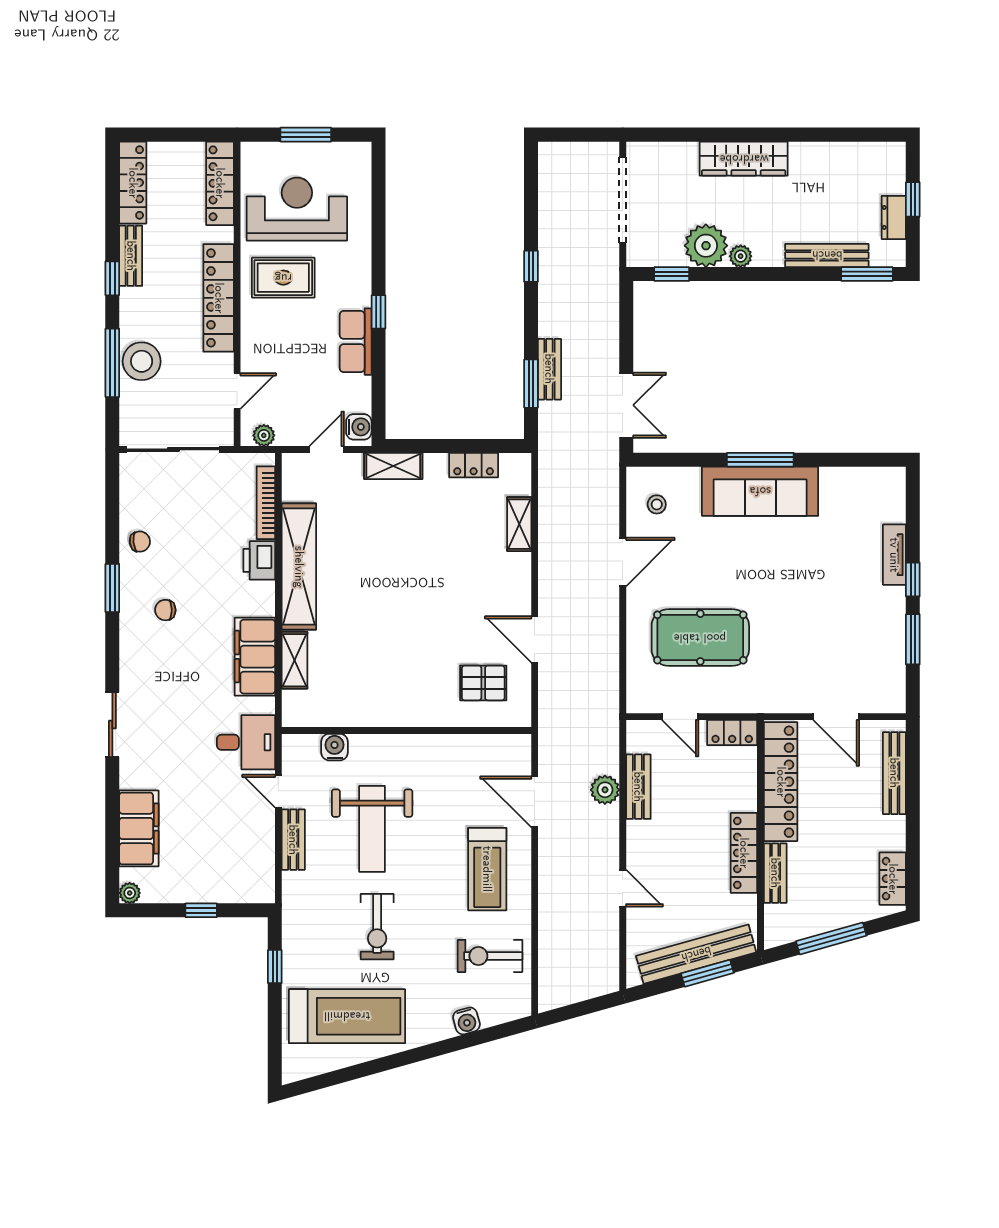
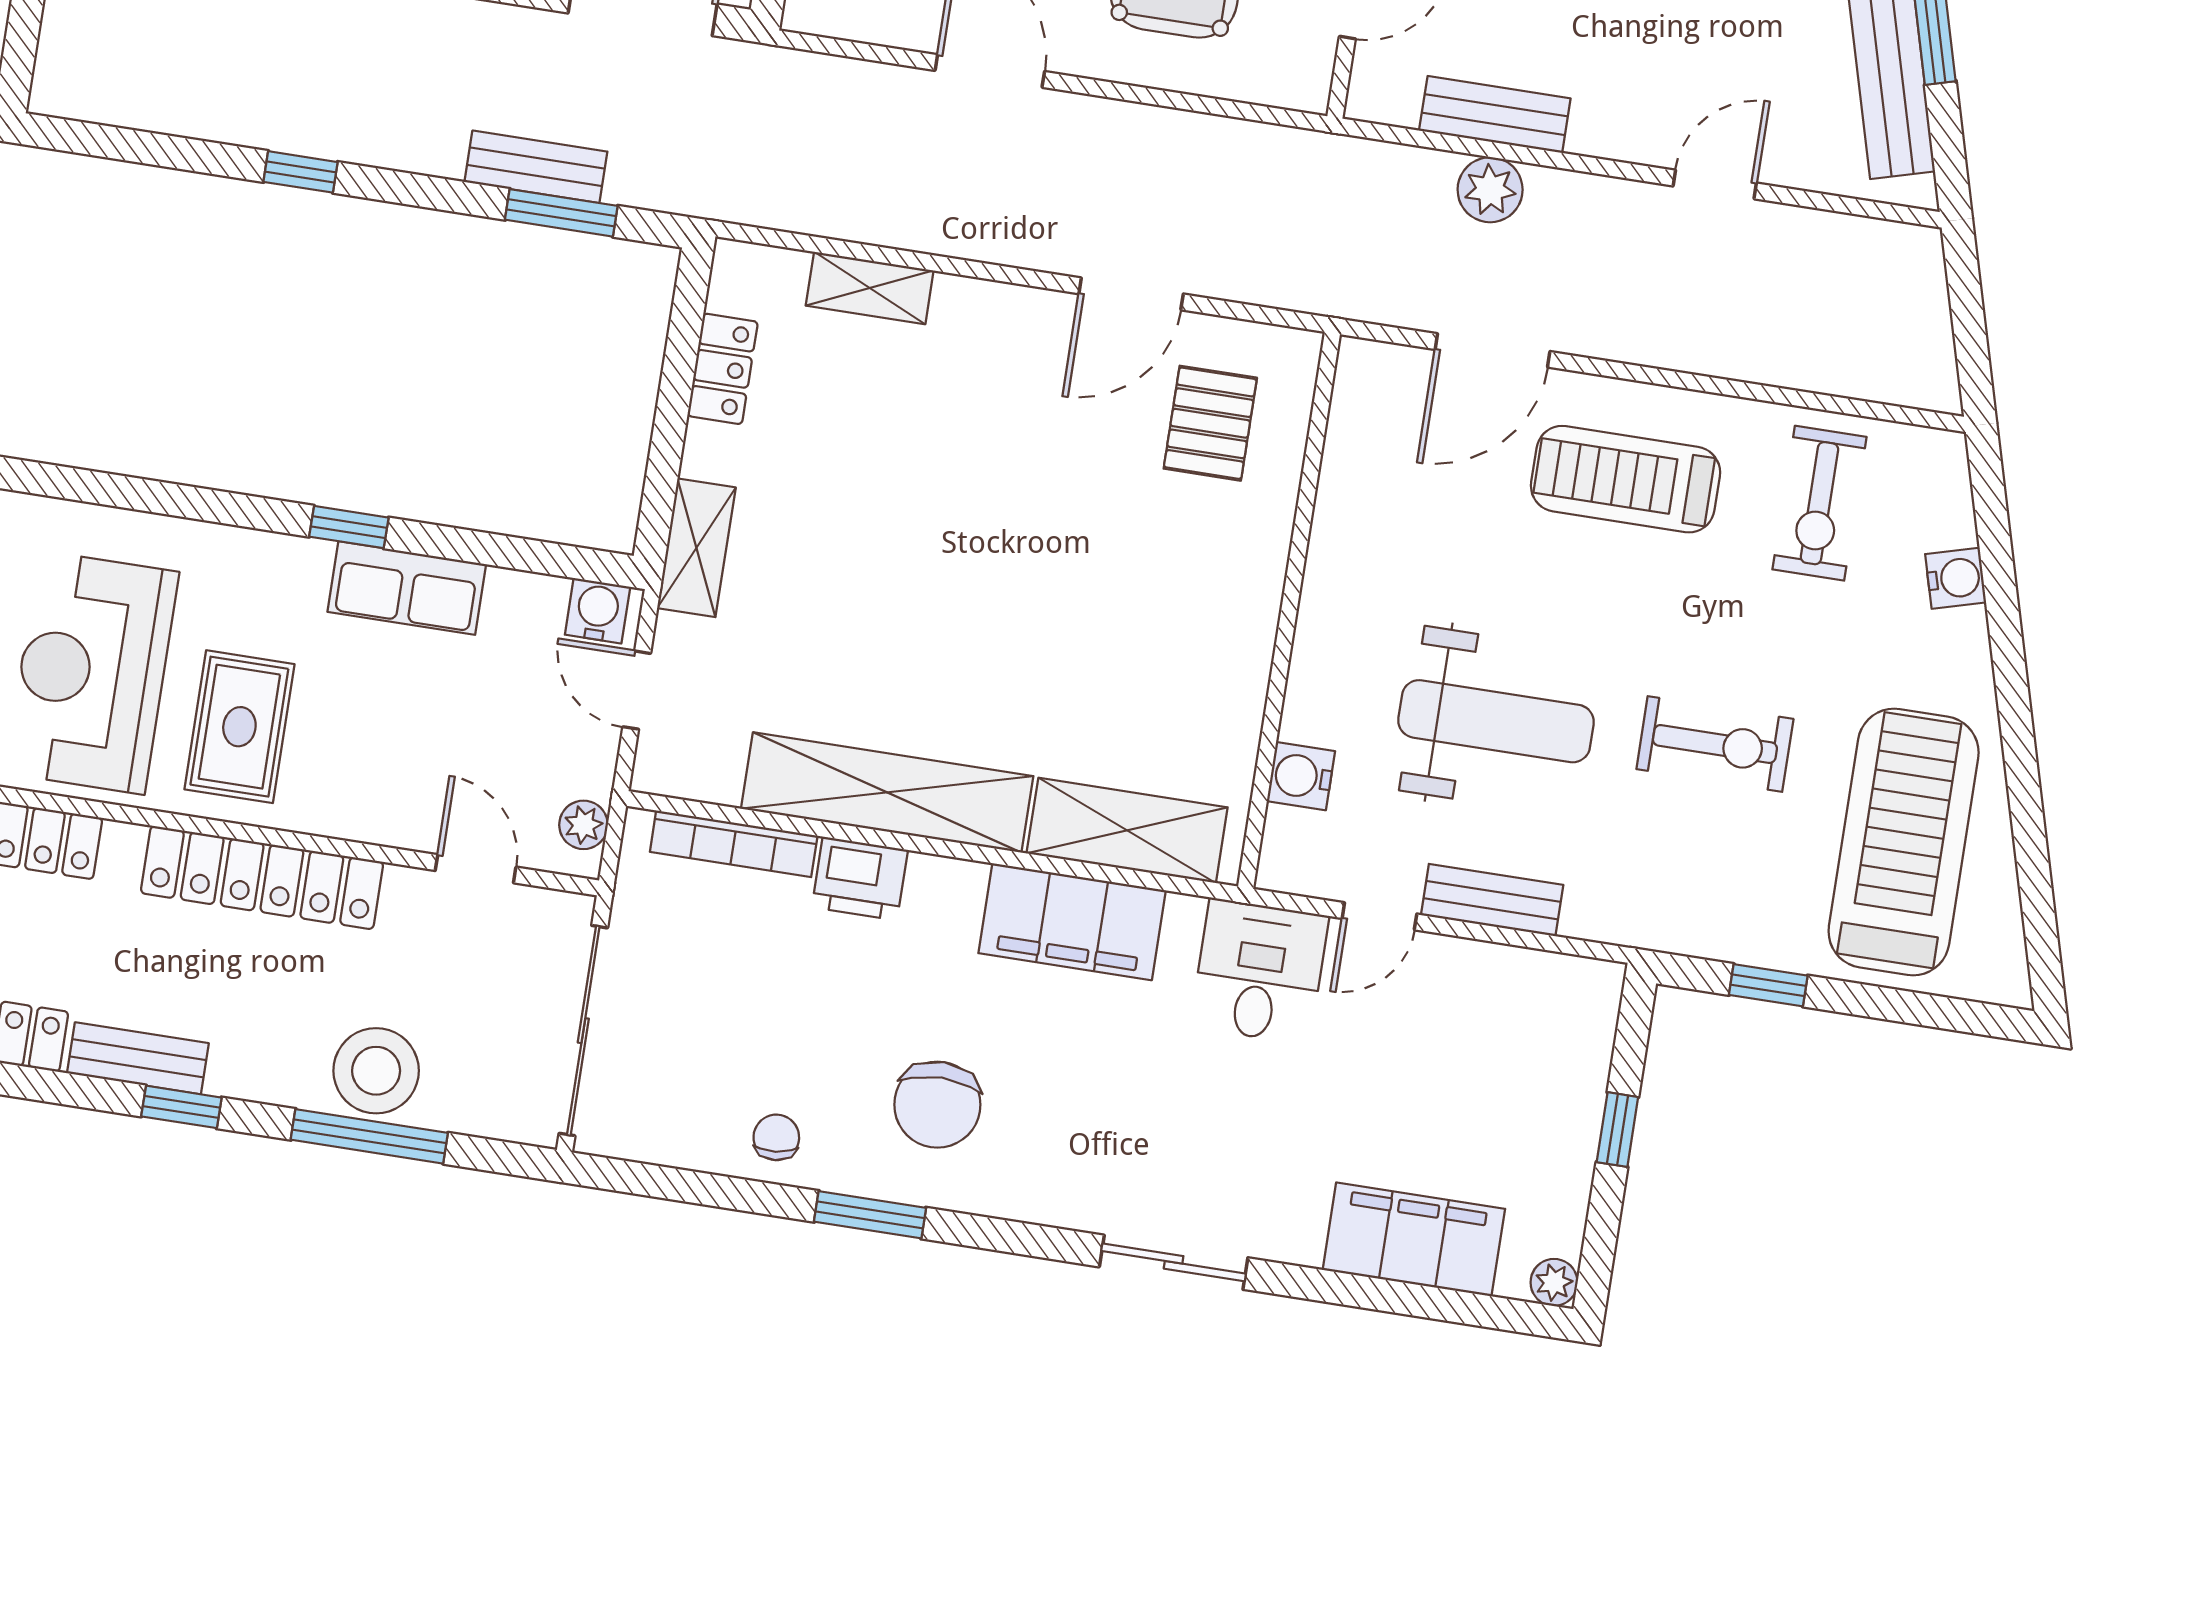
chair: (165, 610) -> (937, 1105), width x1.87, depth x1.87
shelving: (295, 660) -> (1127, 830), width x1.50, depth x1.33
treadmill: (487, 869) -> (1626, 479), turned 180

